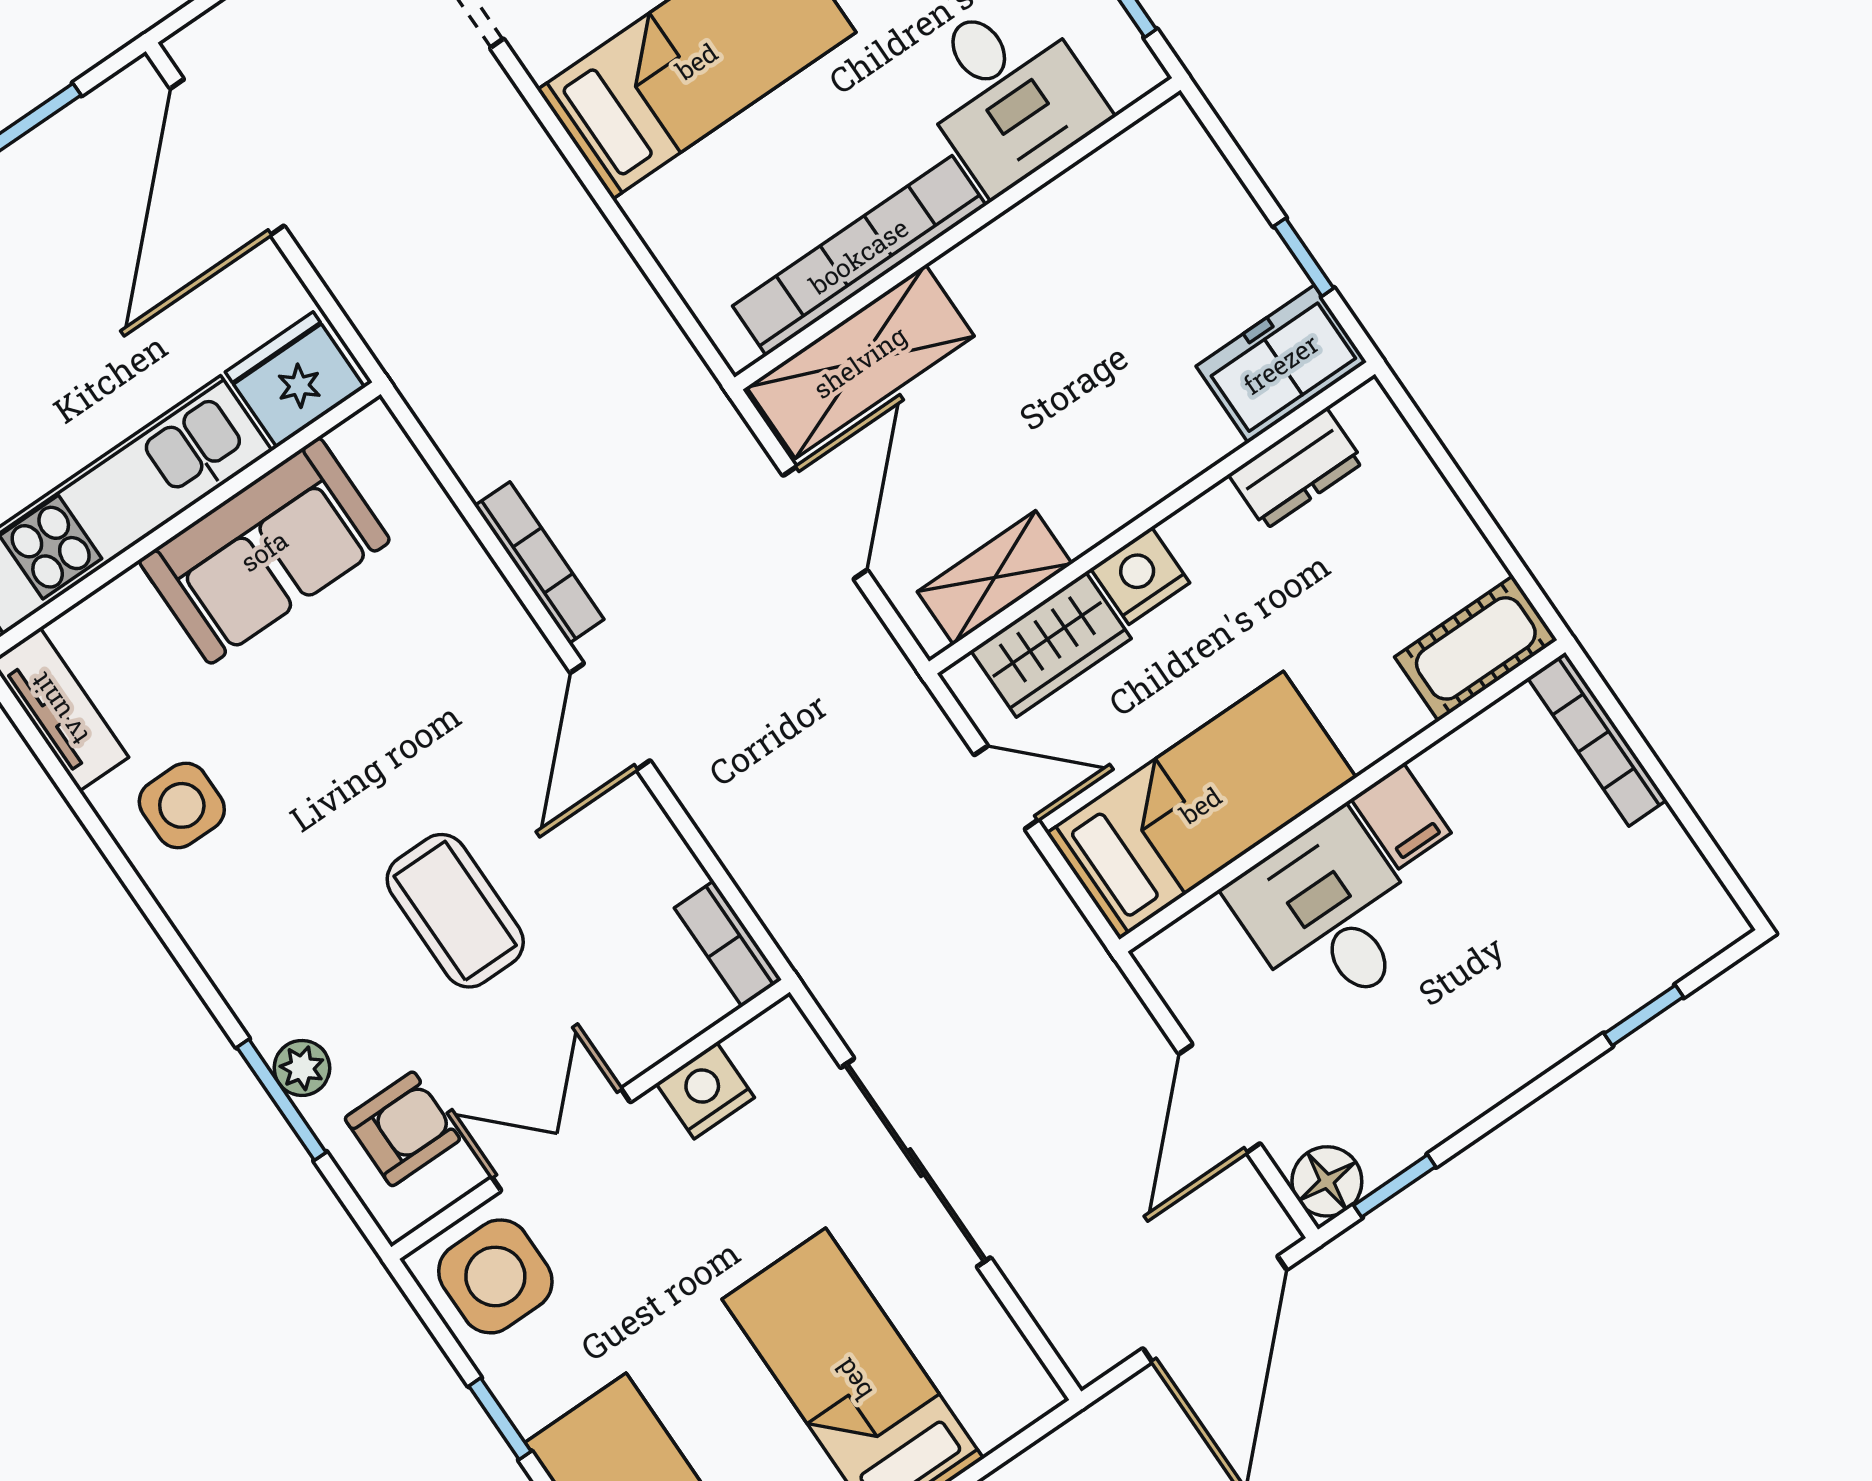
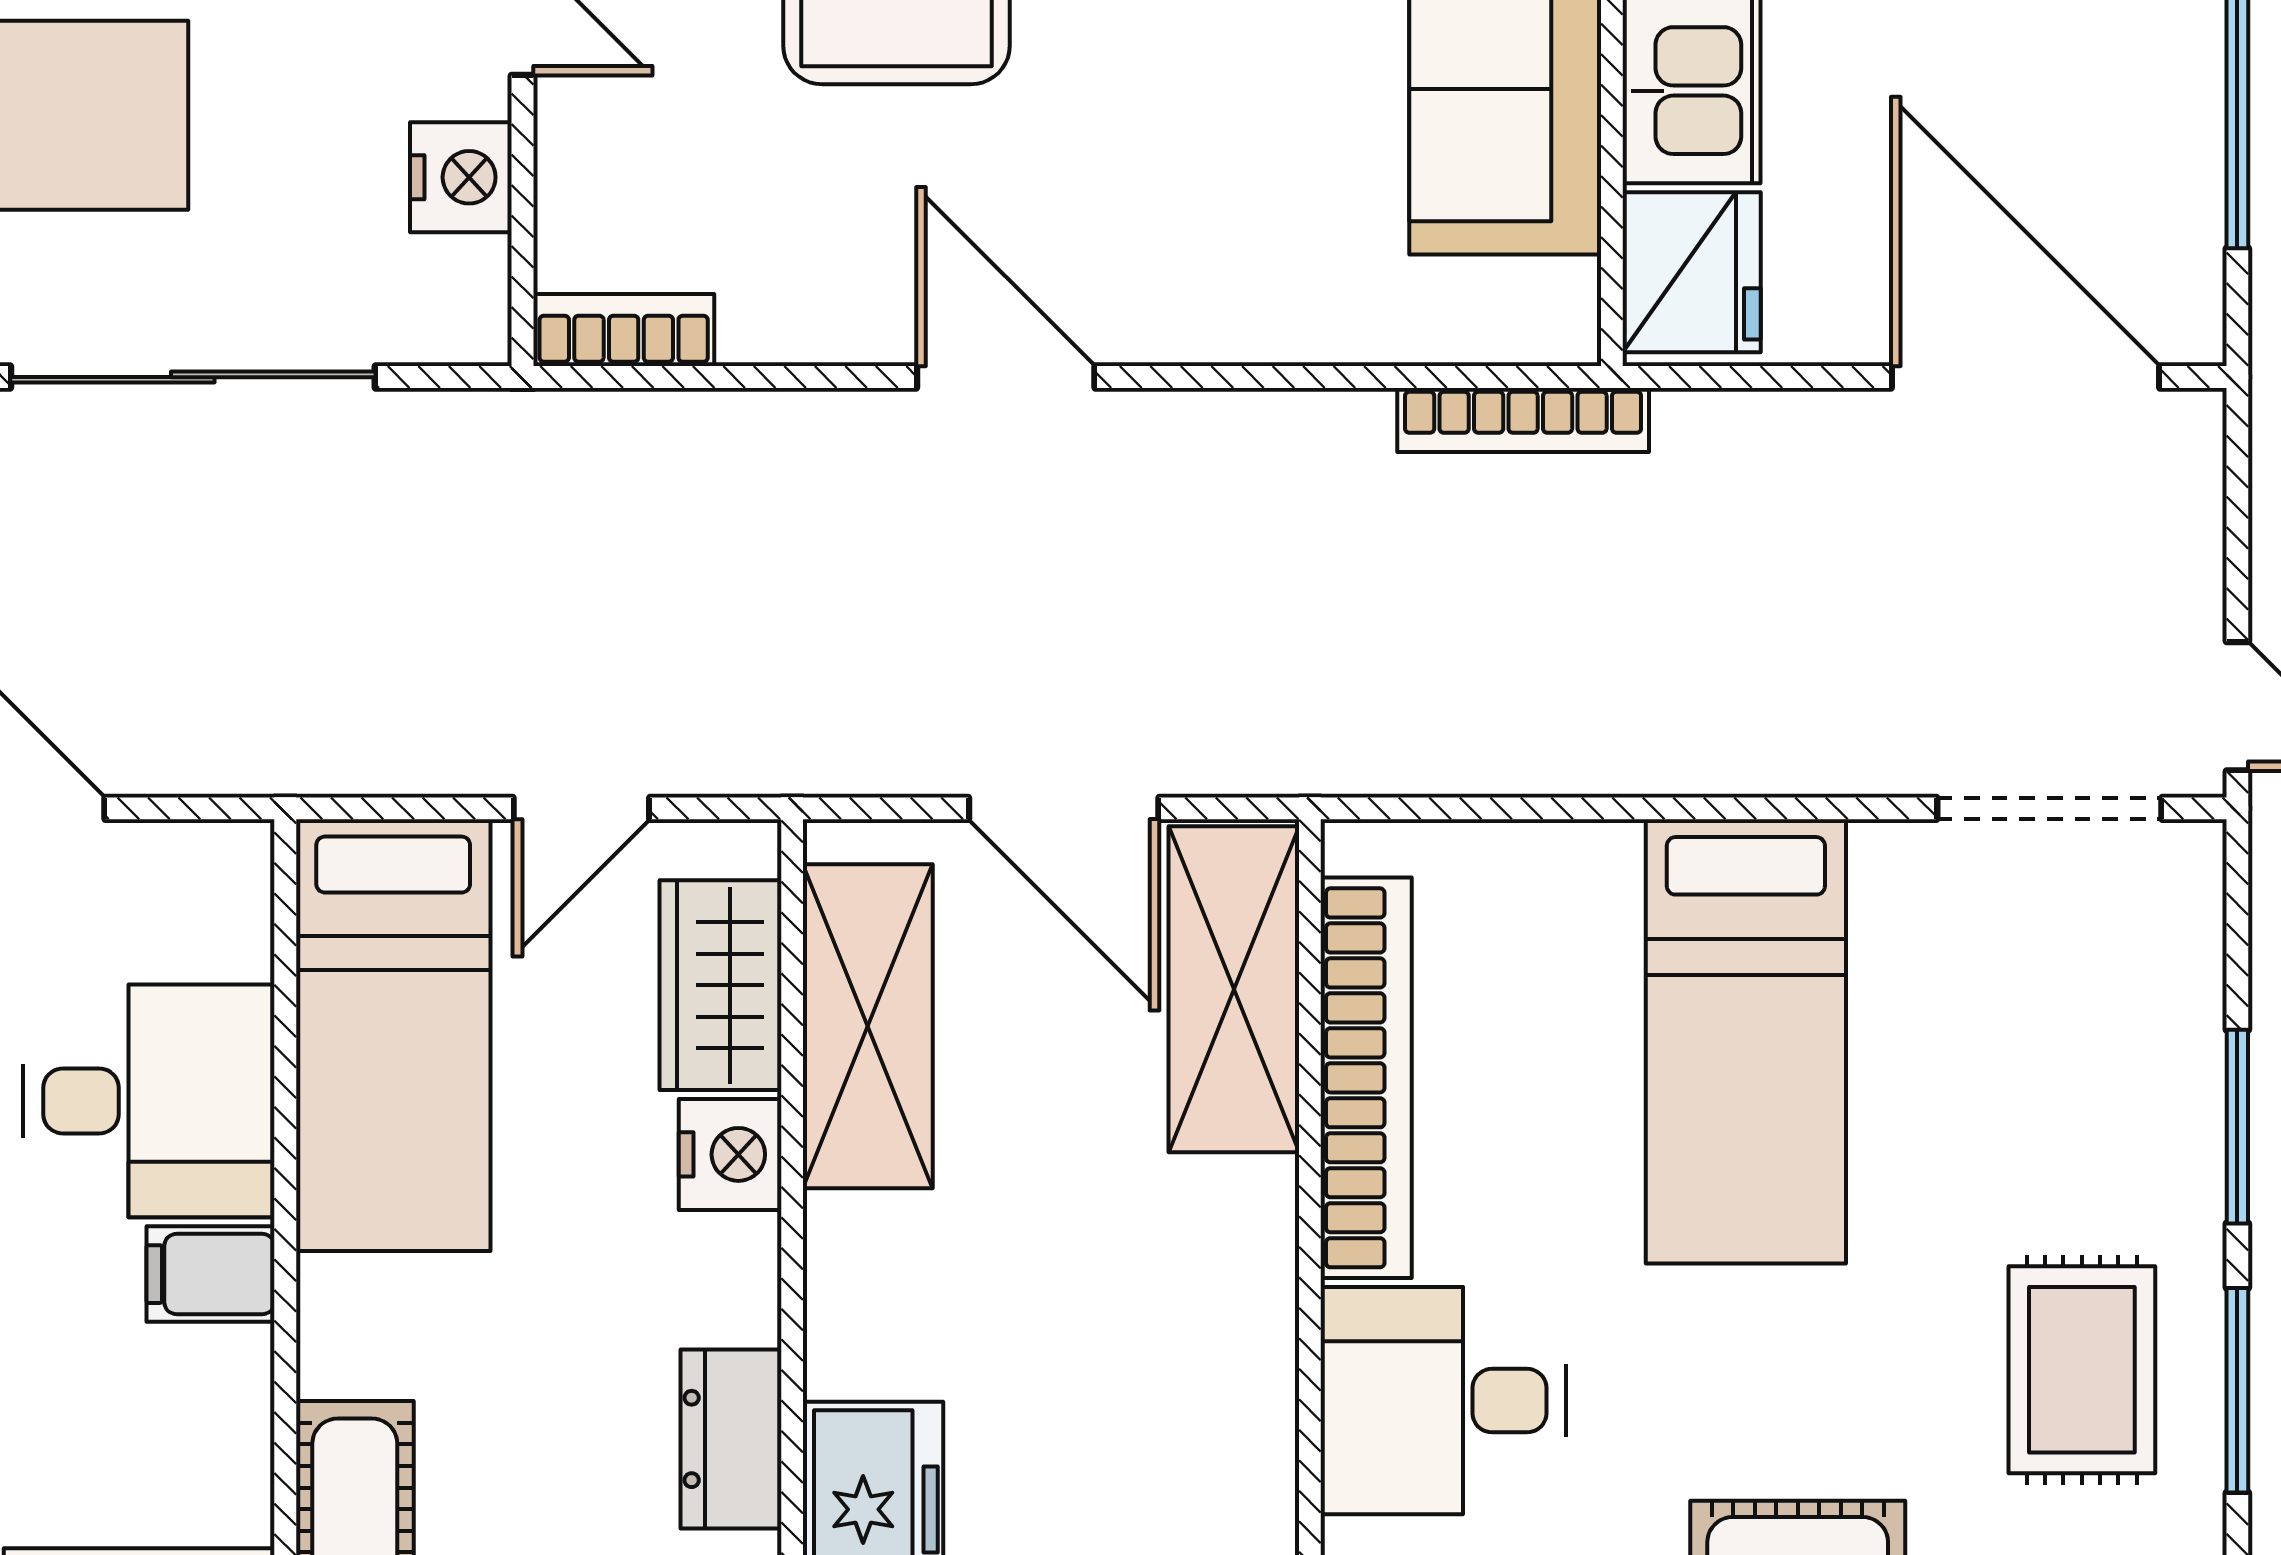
bookcase: (539, 563) -> (1523, 420), moved
shelving: (995, 578) -> (868, 1026), width x1.50, depth x1.33

